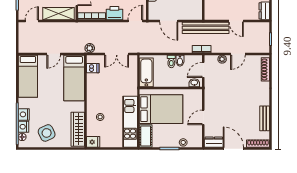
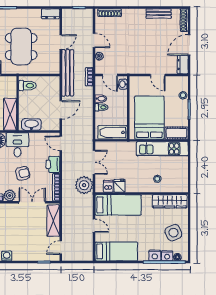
door: (32, 21) -> (61, 247), hinge flipped
plant: (90, 48) -> (84, 185), width x1.87, depth x1.87
fridge: (93, 142) -> (119, 186), moved

